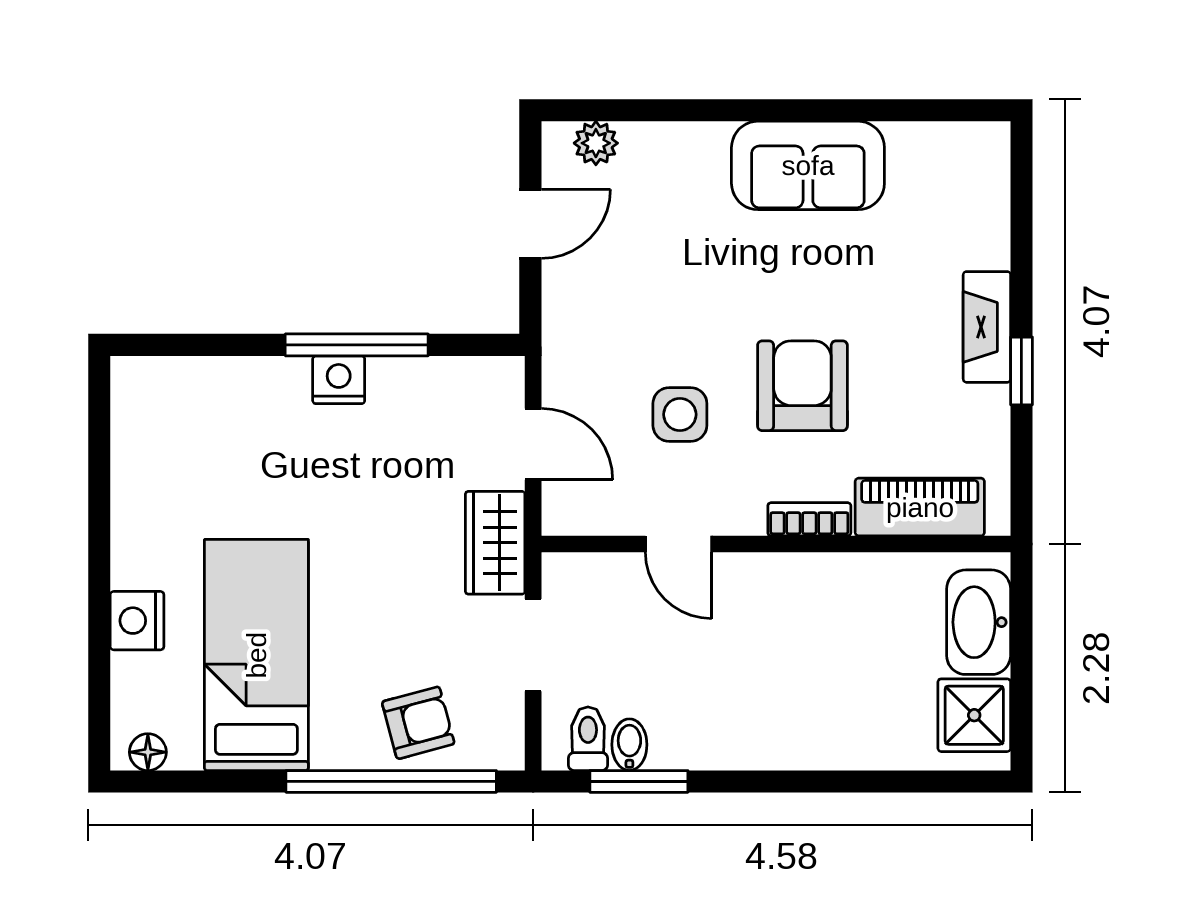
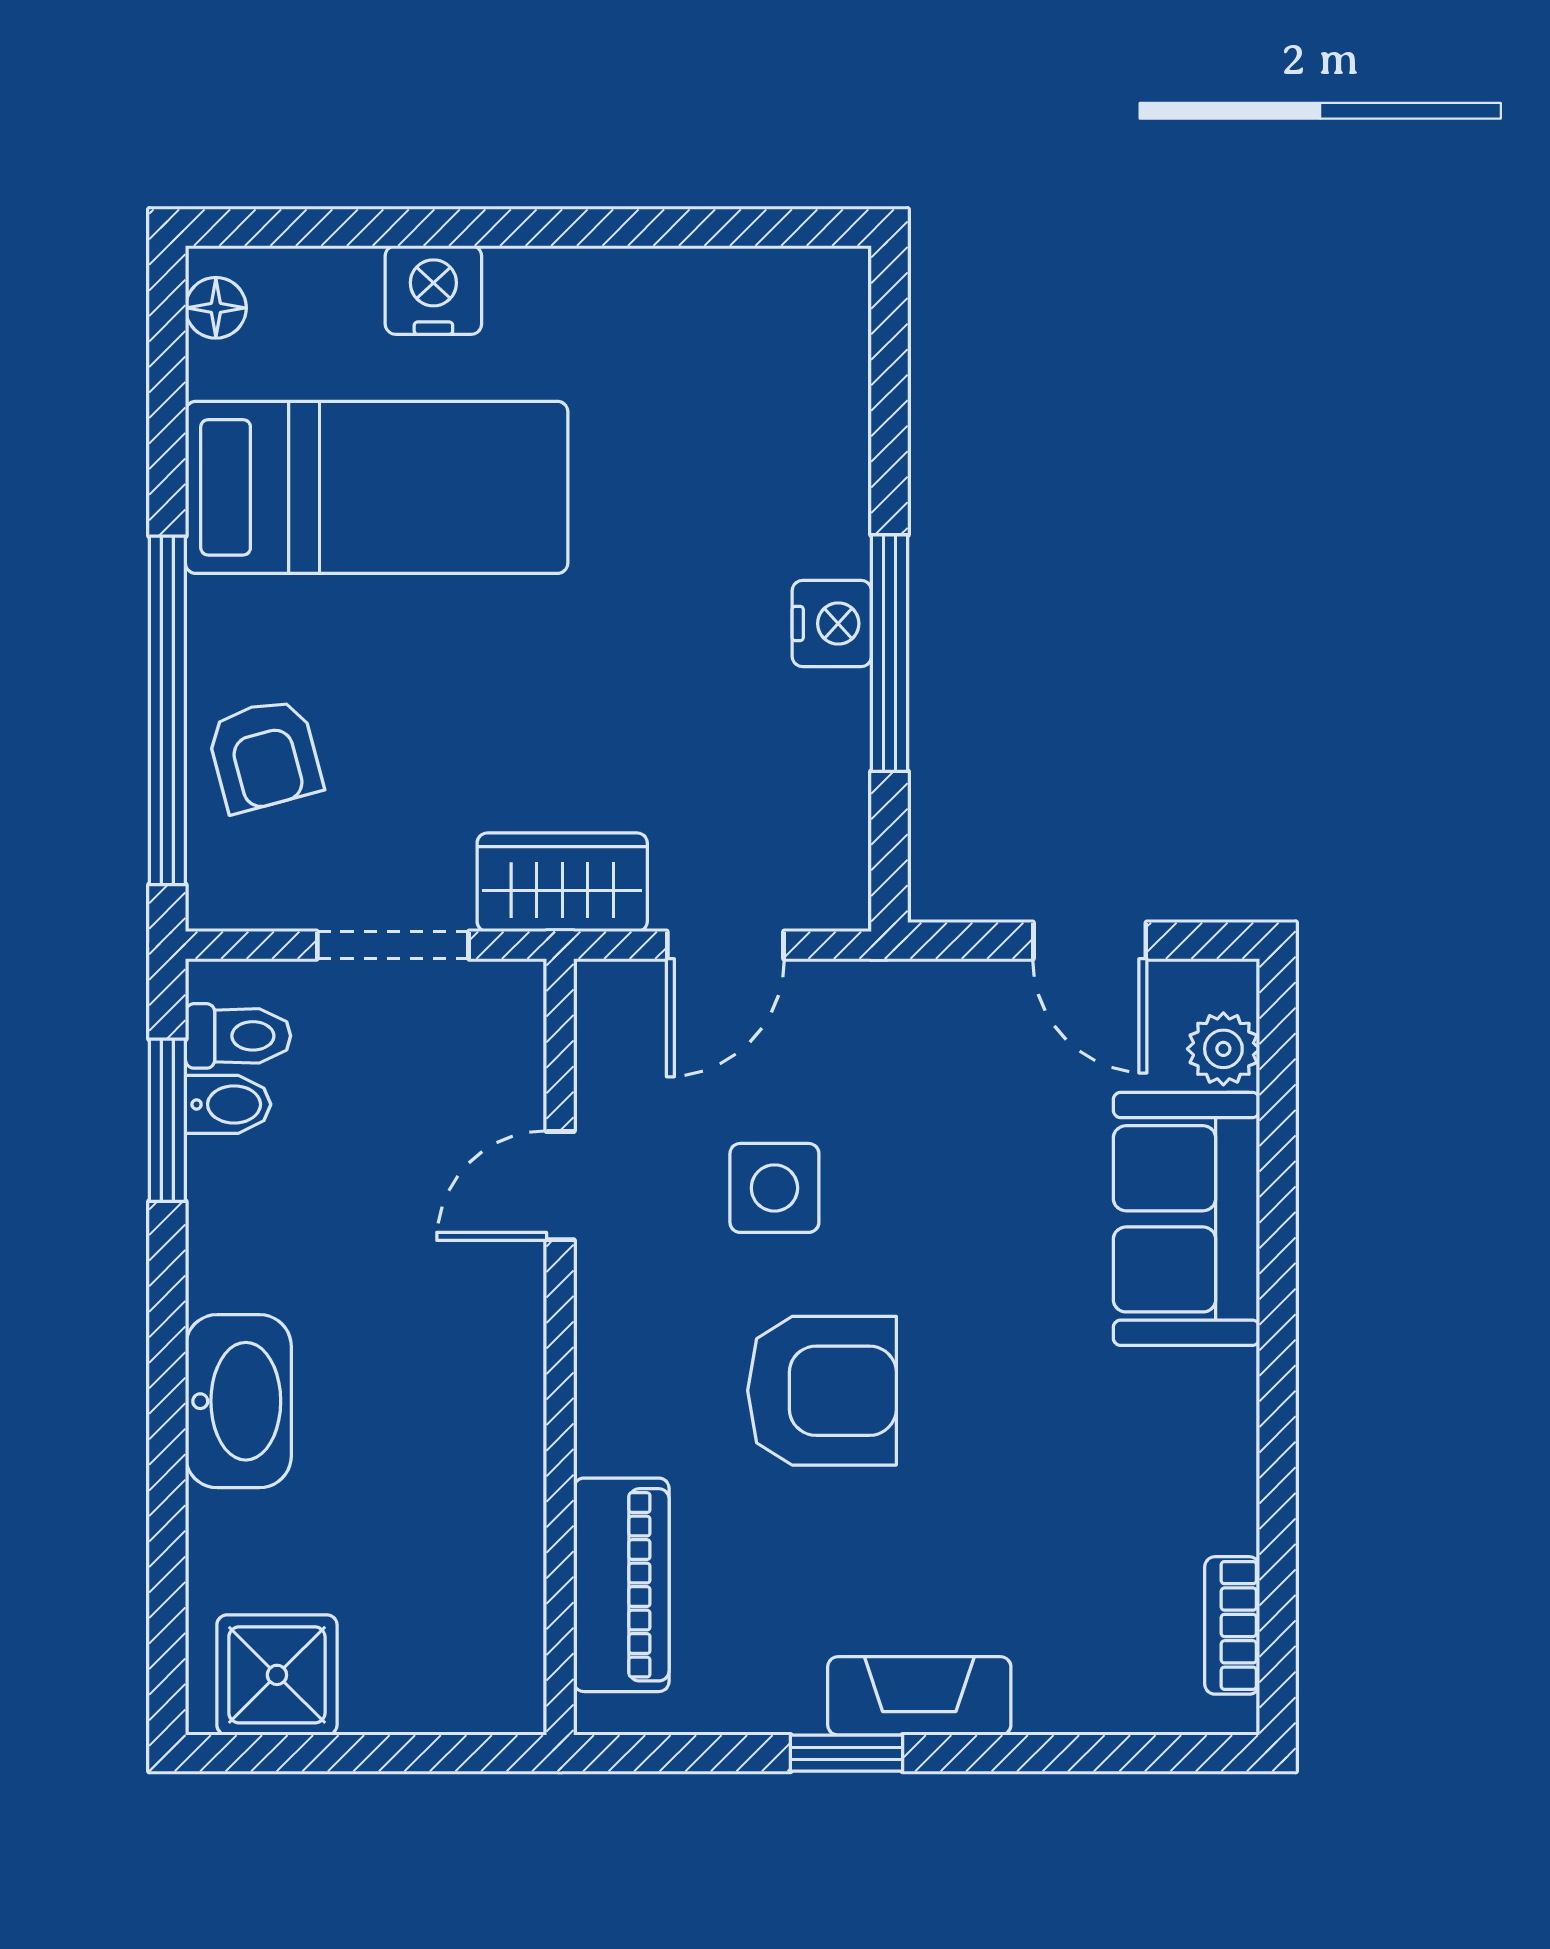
sofa: (808, 165) -> (1186, 1219), moved
bookcase: (809, 519) -> (1232, 1625), moved, turned 180
washbasin: (979, 622) -> (238, 1401), moved, turned 90

